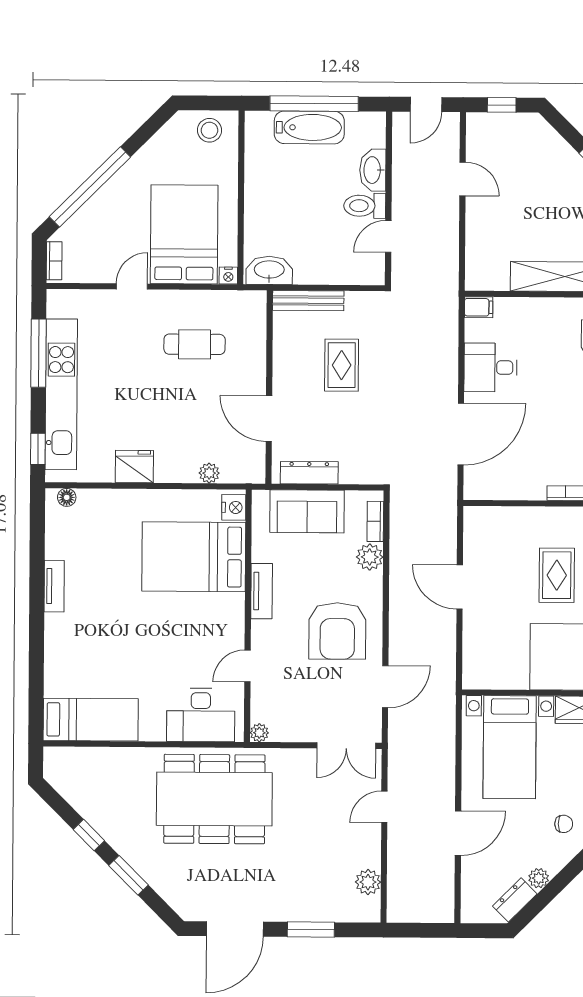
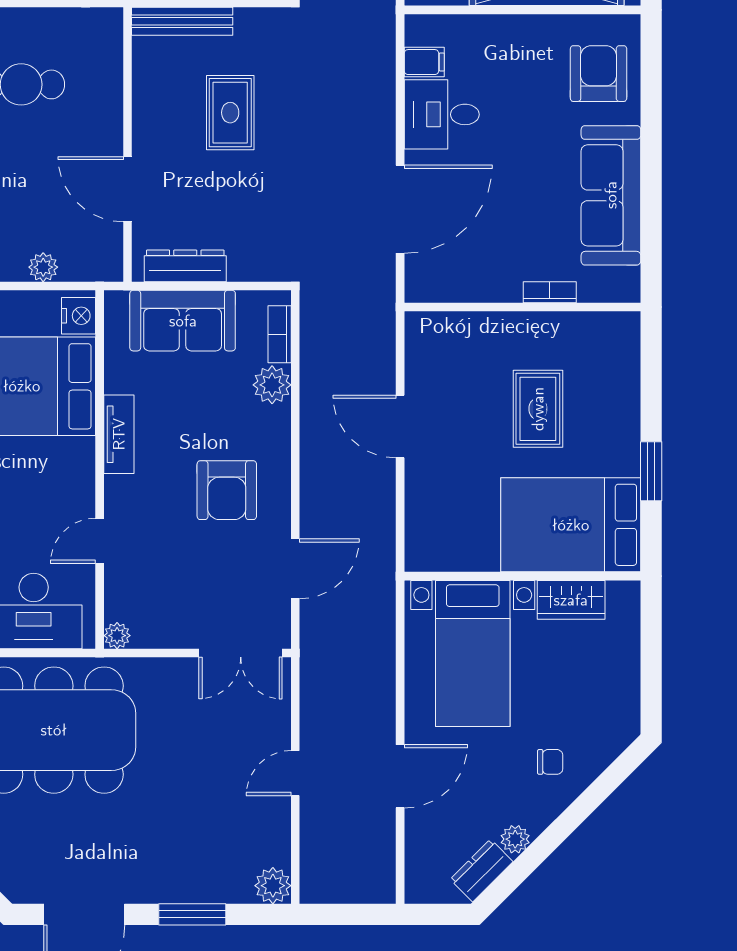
filing cabinet: (479, 307) -> (424, 62), moved
armchair: (337, 631) -> (227, 490), width x0.73, depth x0.73
door: (384, 807) -> (295, 773), moved
plant: (368, 882) -> (273, 886), moved

